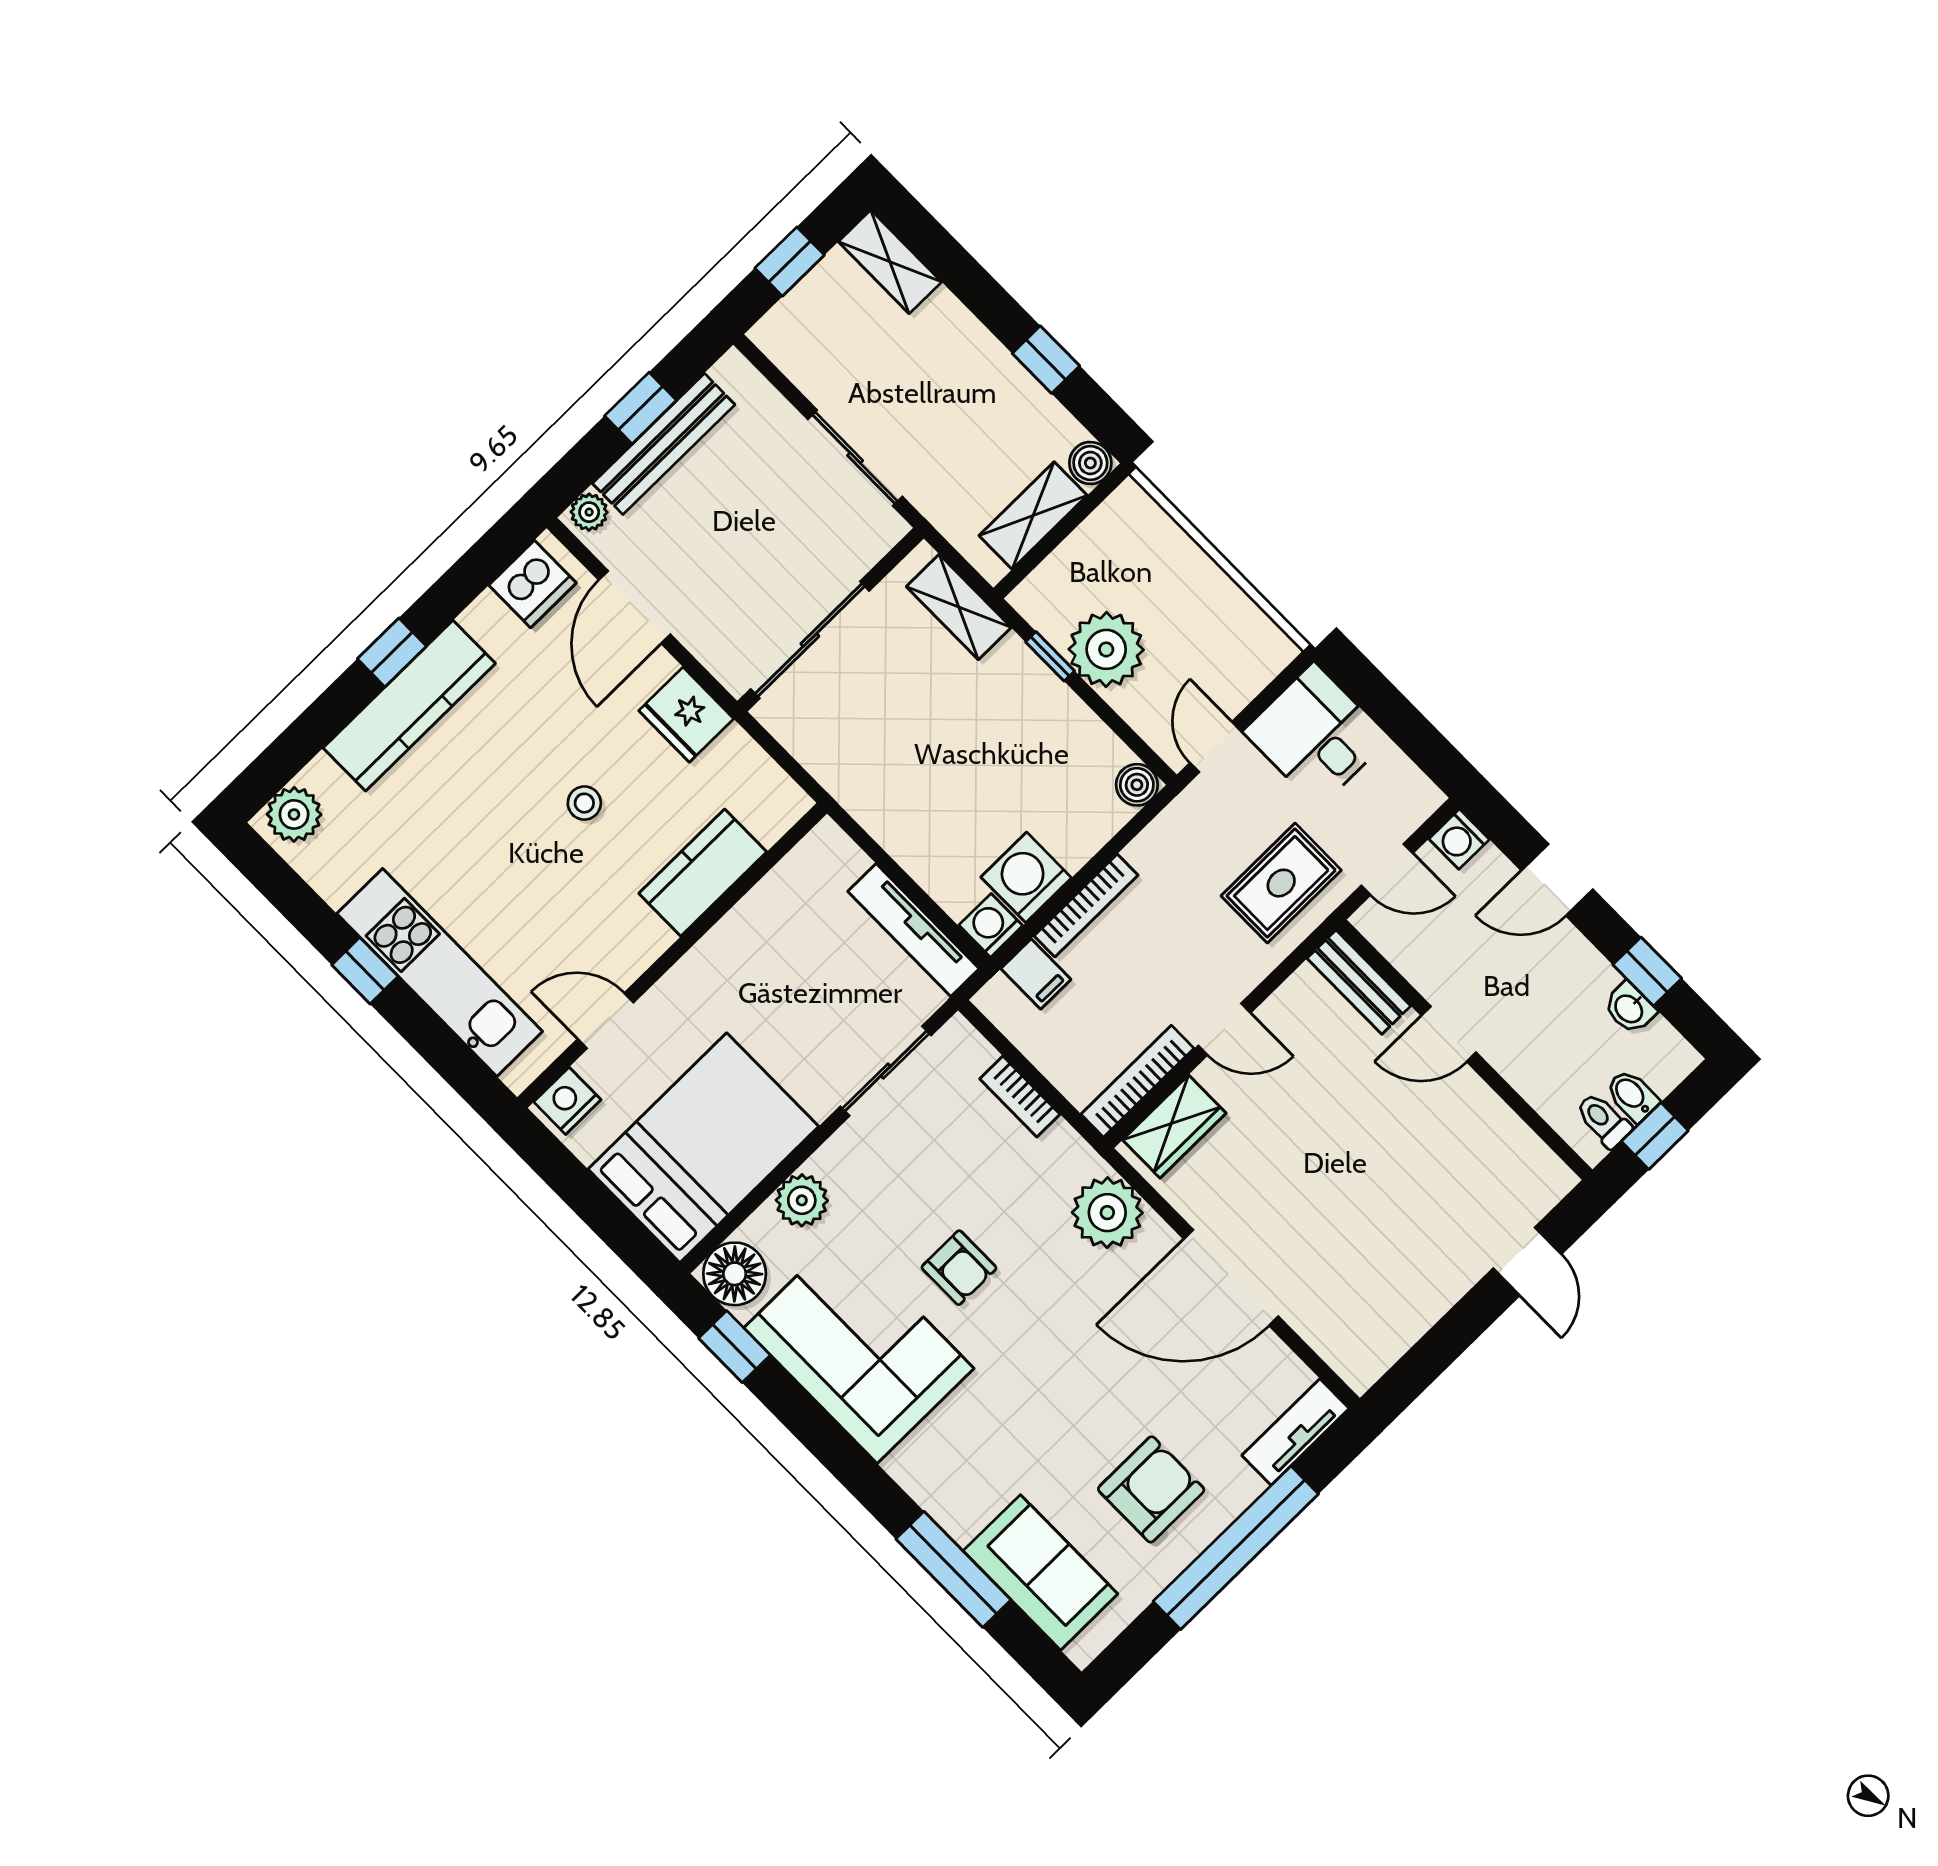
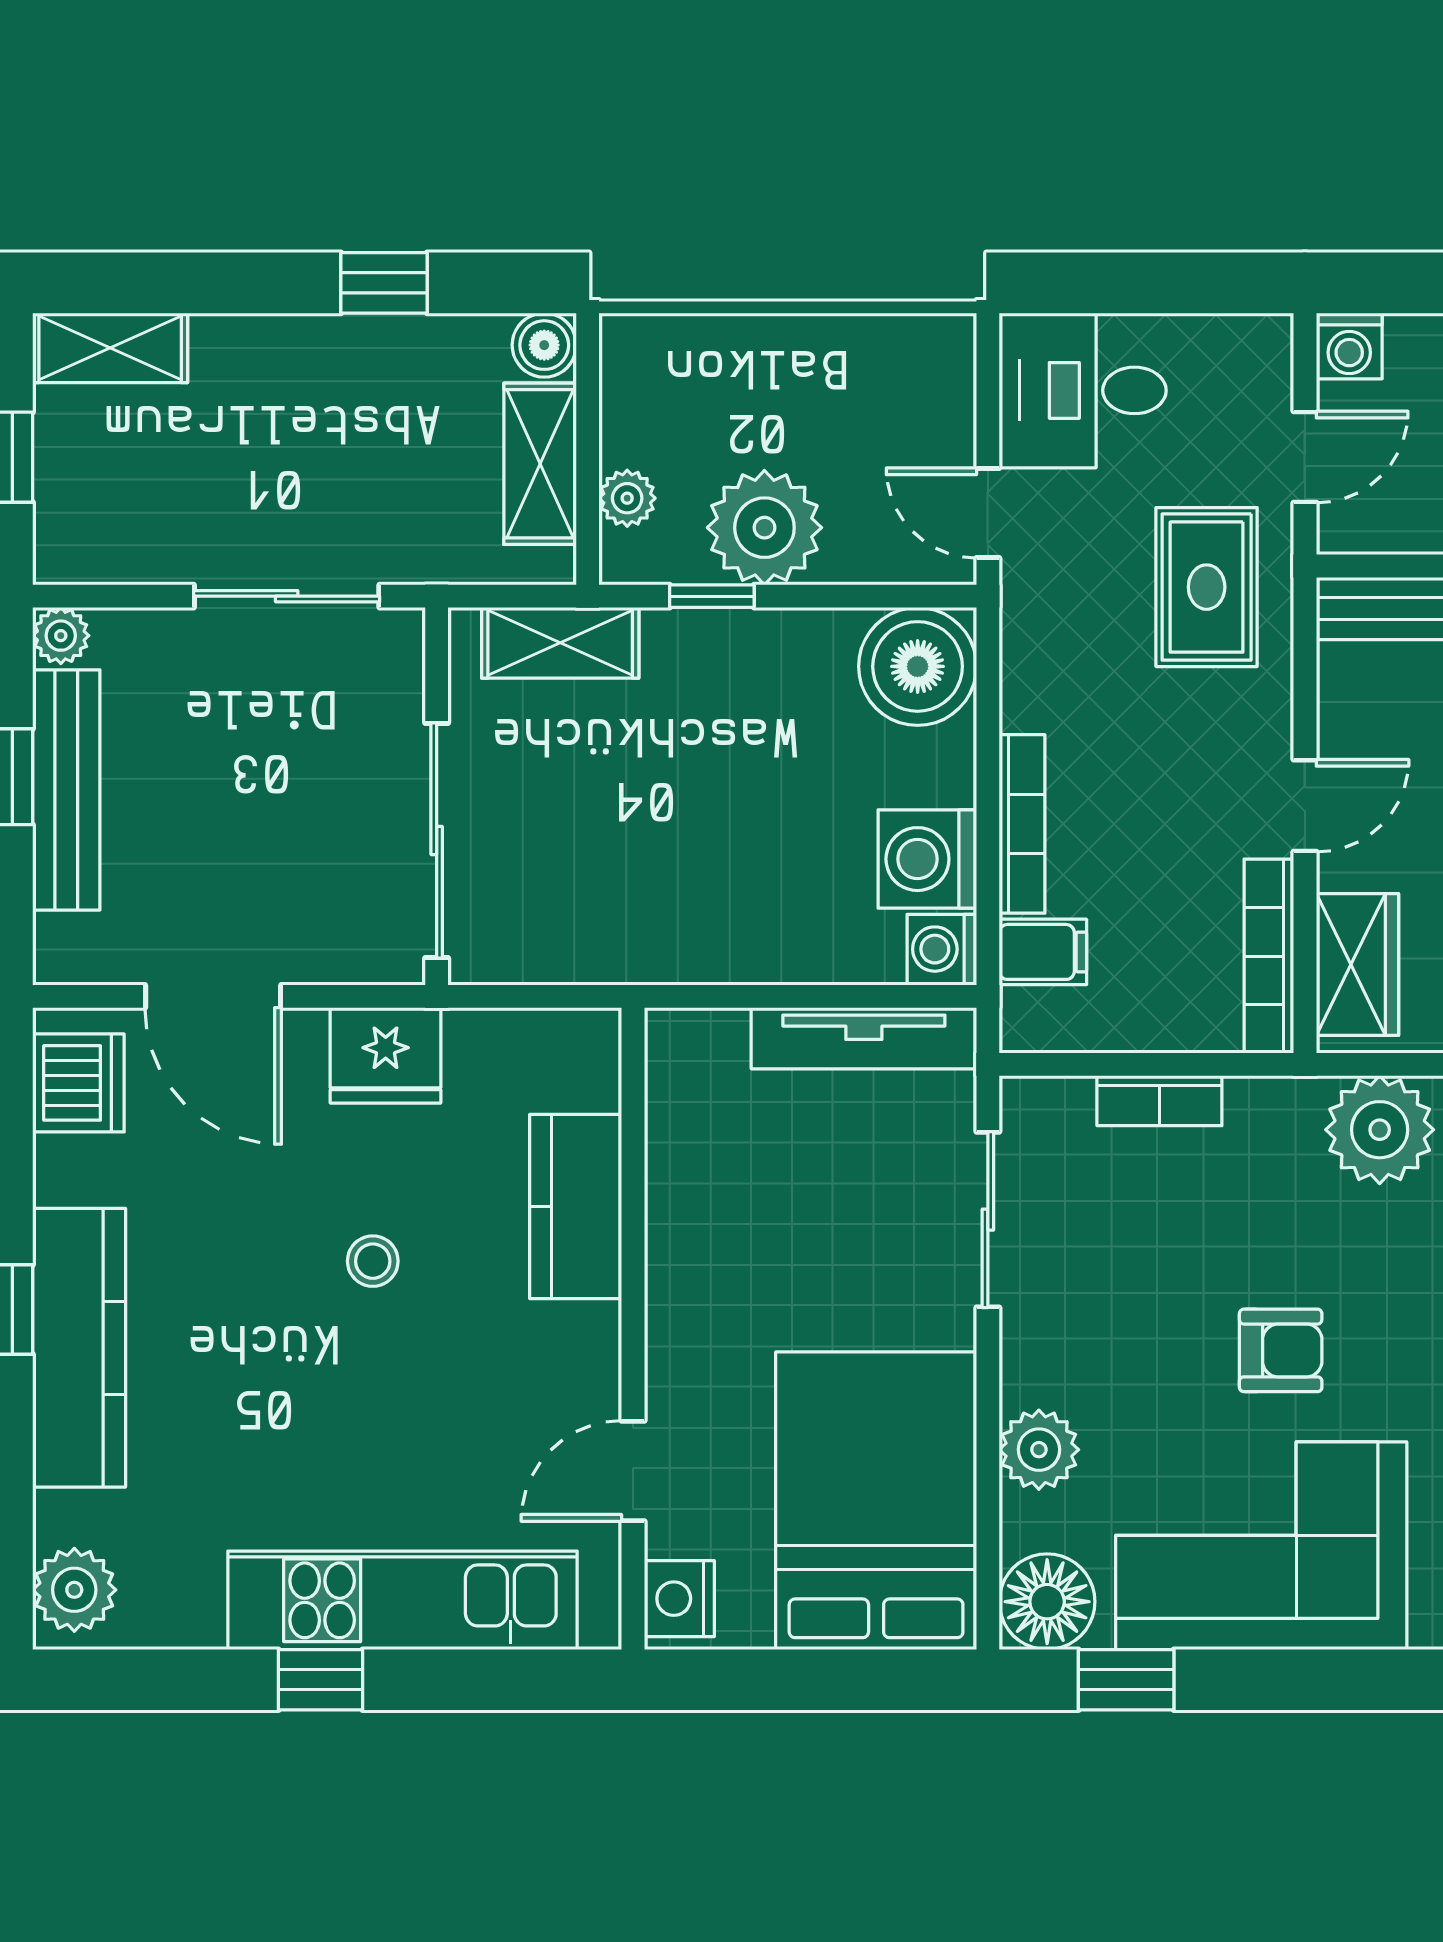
plant: (589, 512) -> (61, 636), moved
plant: (1057, 572) -> (627, 498), added
boiler: (1137, 785) -> (918, 666), width x1.86, depth x1.86

